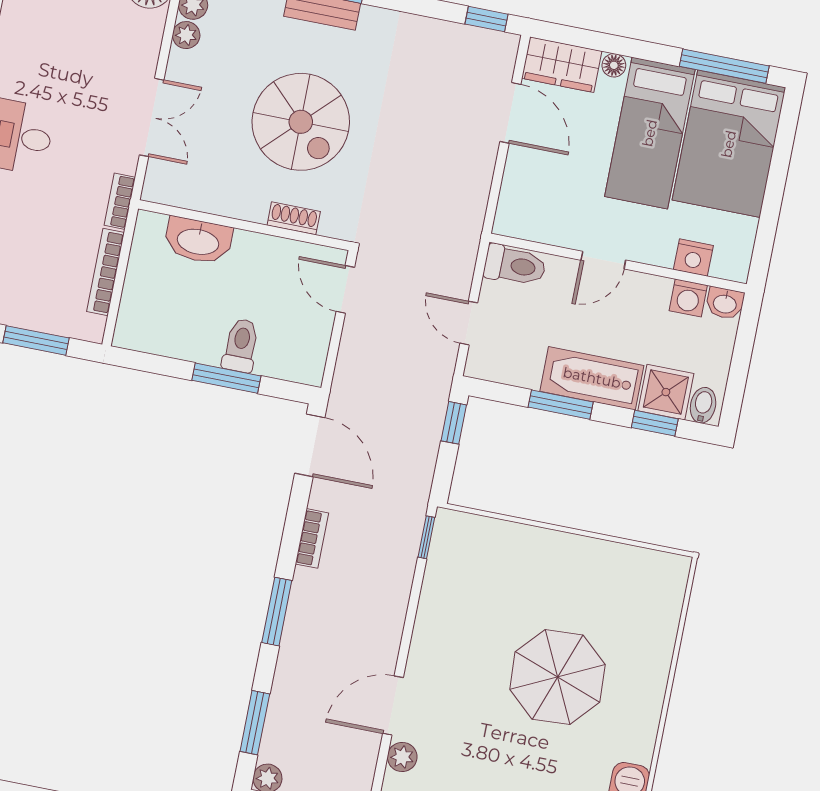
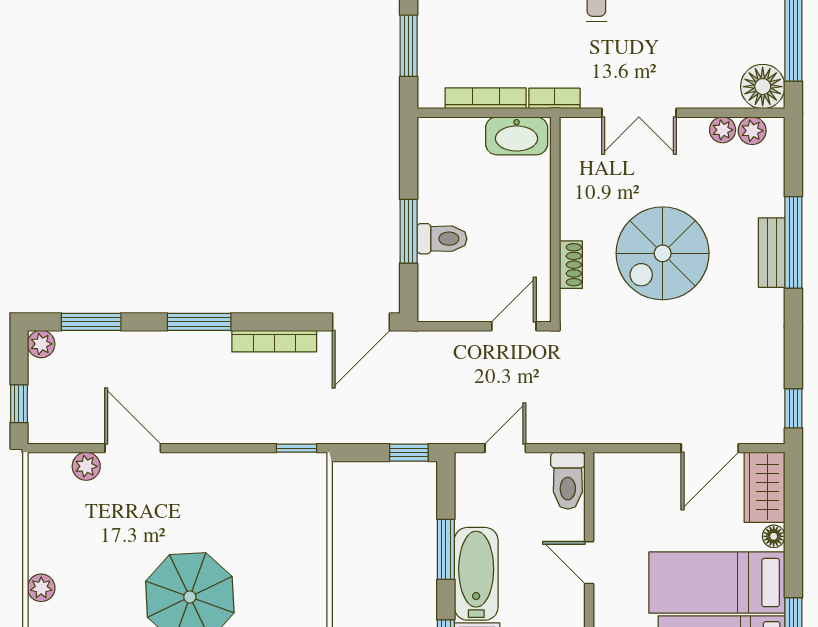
washbasin: (198, 241) -> (517, 136), moved, turned -90
bookcase: (312, 538) -> (274, 341), width x1.56

